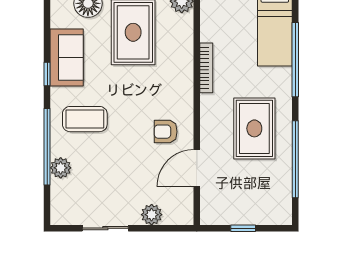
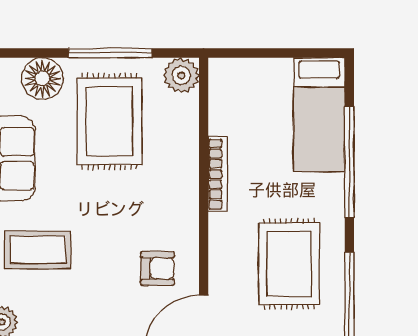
armchair: (166, 132) -> (157, 268), turned 180

